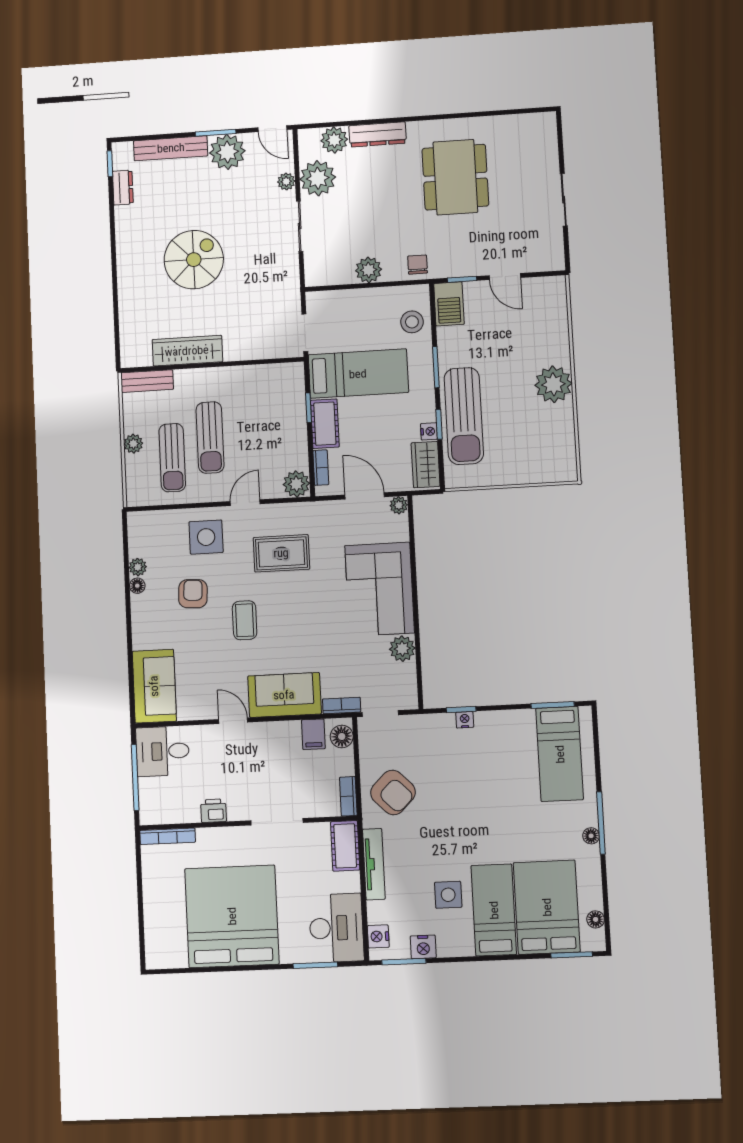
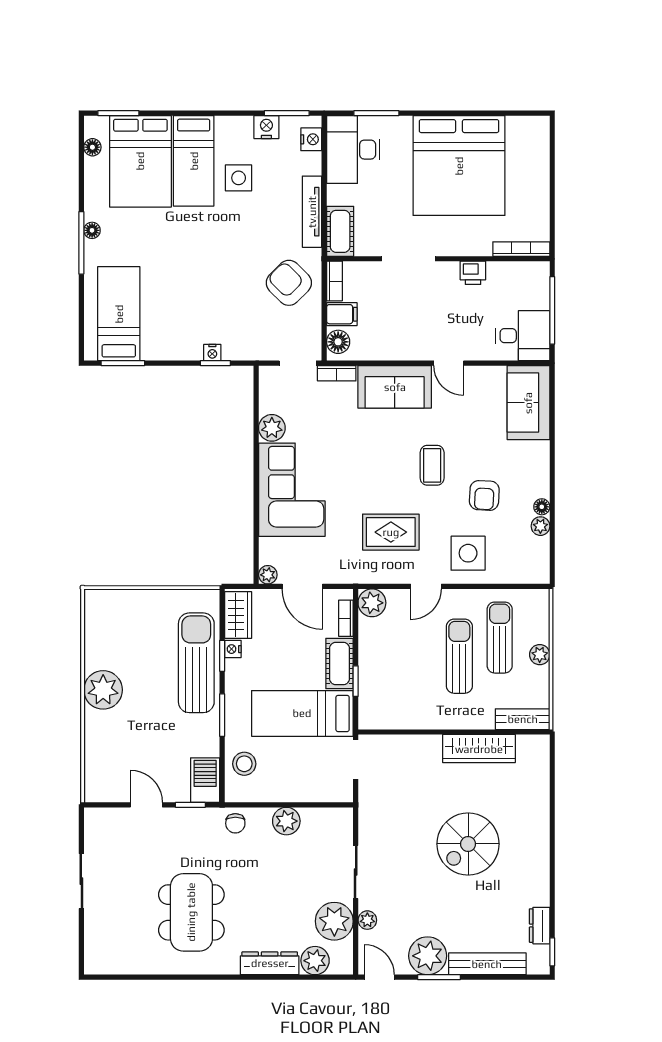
filing cabinet: (313, 734) -> (342, 314), moved, turned 90

